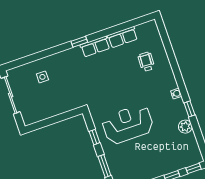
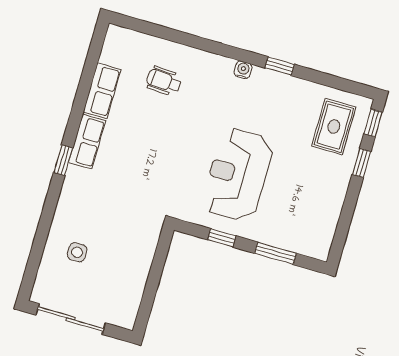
plant: (185, 127) -> (302, 91), removed
rug: (179, 152) -> (334, 127), added

